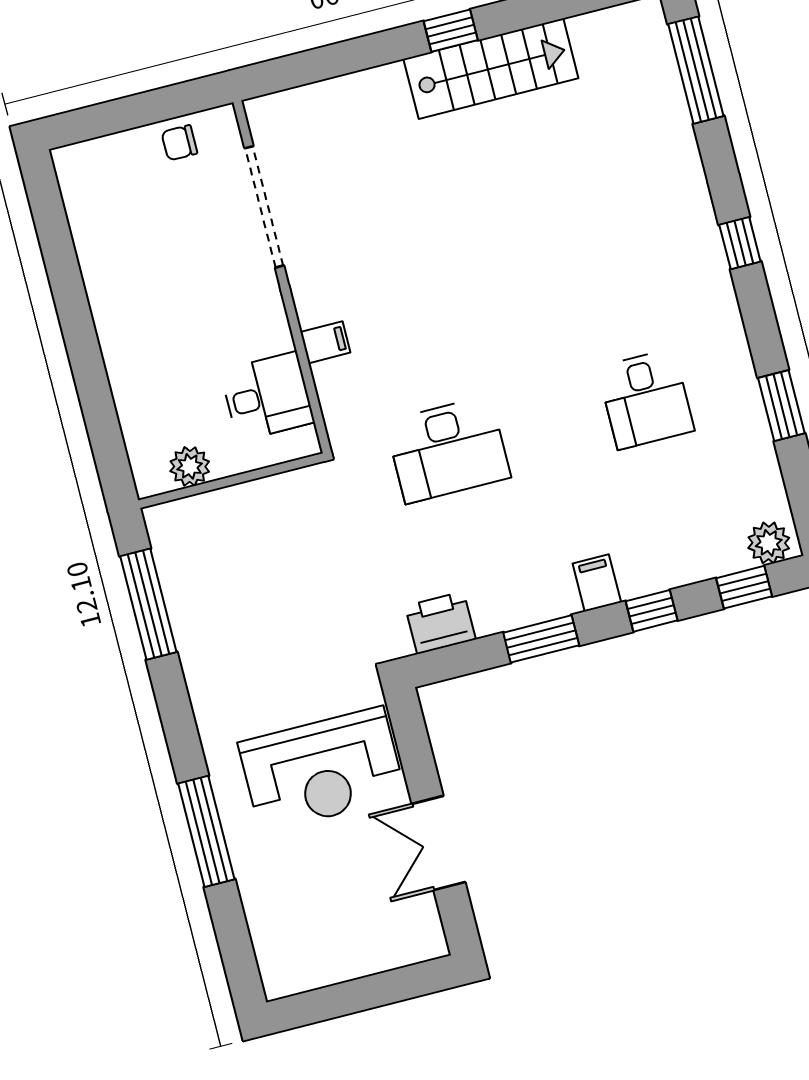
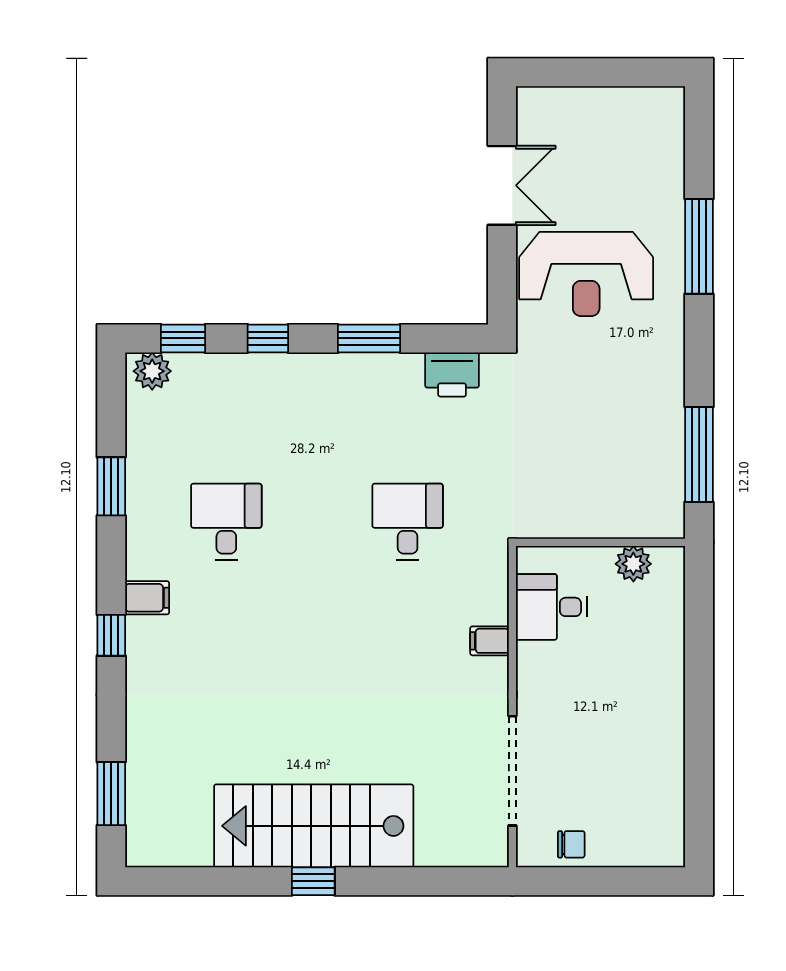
stairs: (491, 69) -> (314, 826), width x1.36, depth x1.51
window: (696, 70) -> (111, 794), width x0.69
desk: (448, 450) -> (408, 522), width x0.73
filing cabinet: (597, 583) -> (147, 598), moved, turned -90
reception desk: (322, 770) -> (586, 274), turned 180

